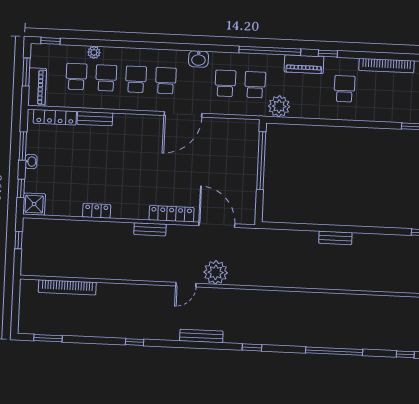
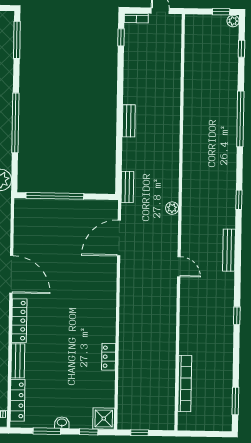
window: (336, 123) -> (15, 123), added
locker: (171, 214) -> (19, 321), moved, turned 180
bench: (150, 229) -> (127, 187), moved
plant: (216, 272) -> (172, 208), moved, width x0.53, depth x0.53

